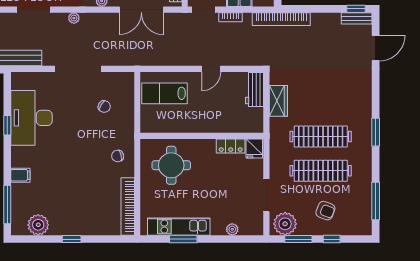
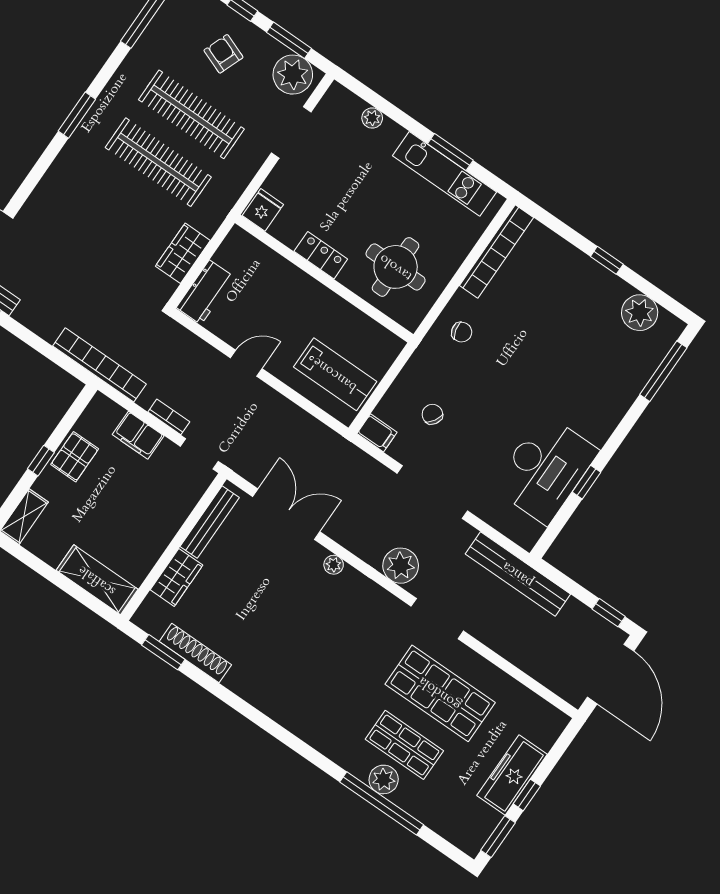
plant: (74, 18) -> (401, 566), width x1.88, depth x1.88
locker: (231, 146) -> (321, 255), moved
filing cabinet: (20, 175) -> (377, 433), moved, turned 180

